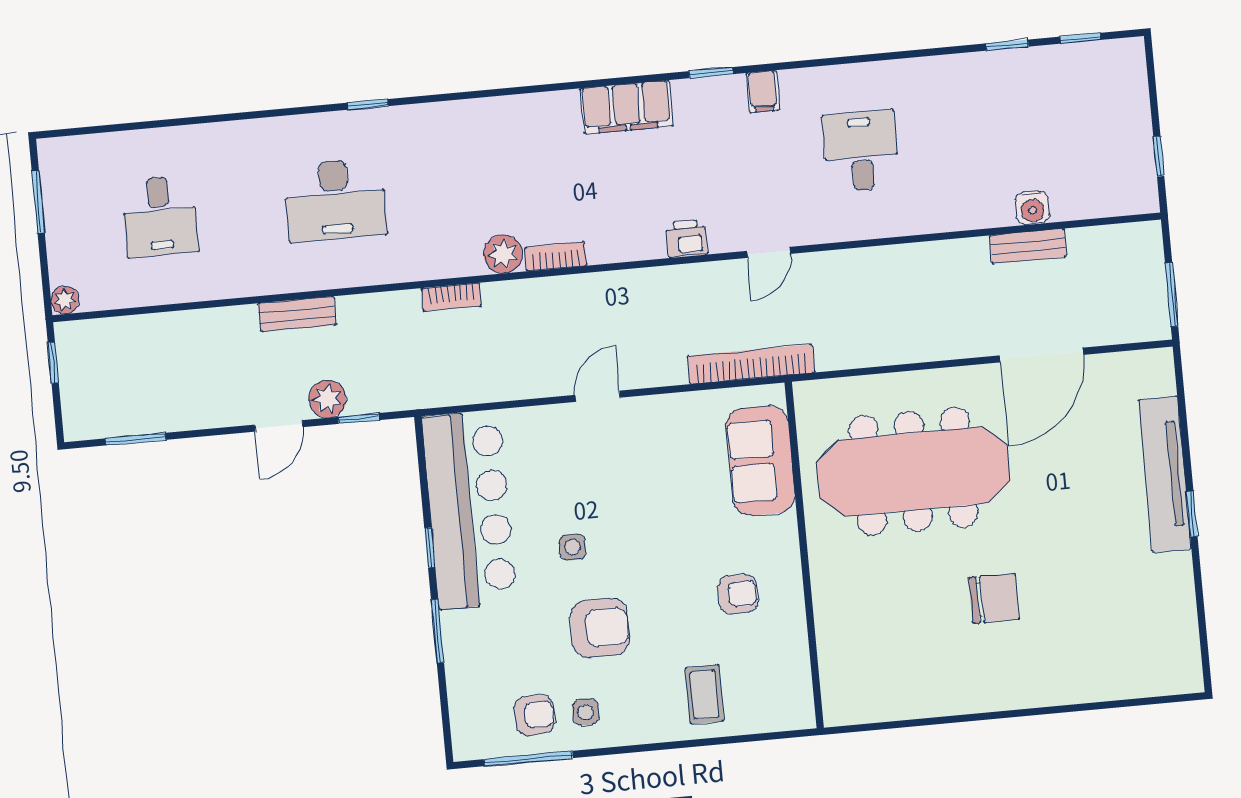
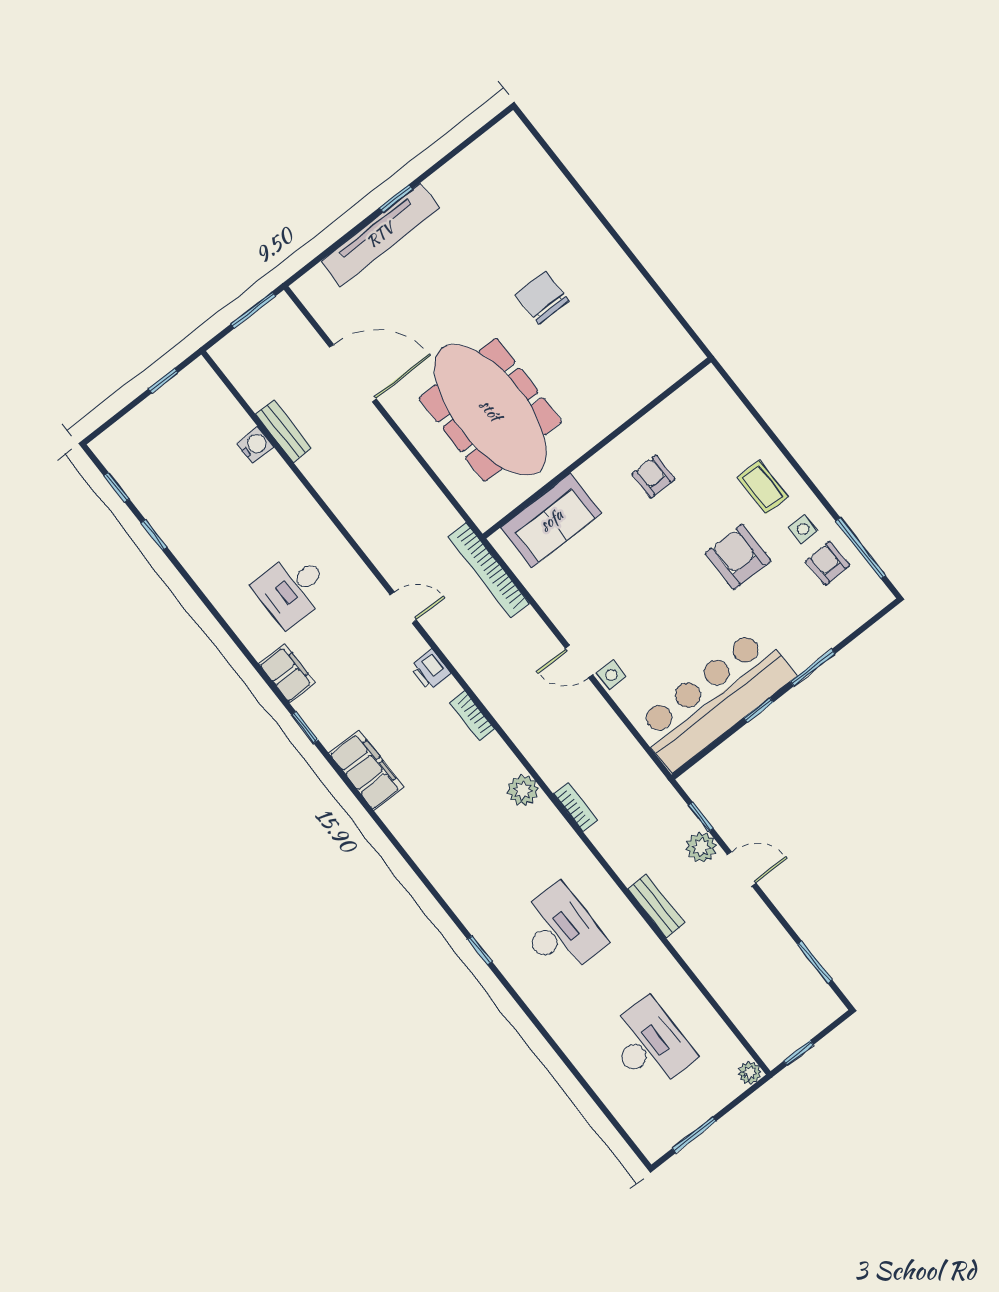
filing cabinet: (763, 92) -> (287, 673), width x2.00
desk: (160, 216) -> (650, 1044), width x1.37
bookcase: (556, 256) -> (472, 716), moved
side table: (573, 547) -> (611, 675), moved
coffee table: (705, 695) -> (763, 487), moved, turned 90

